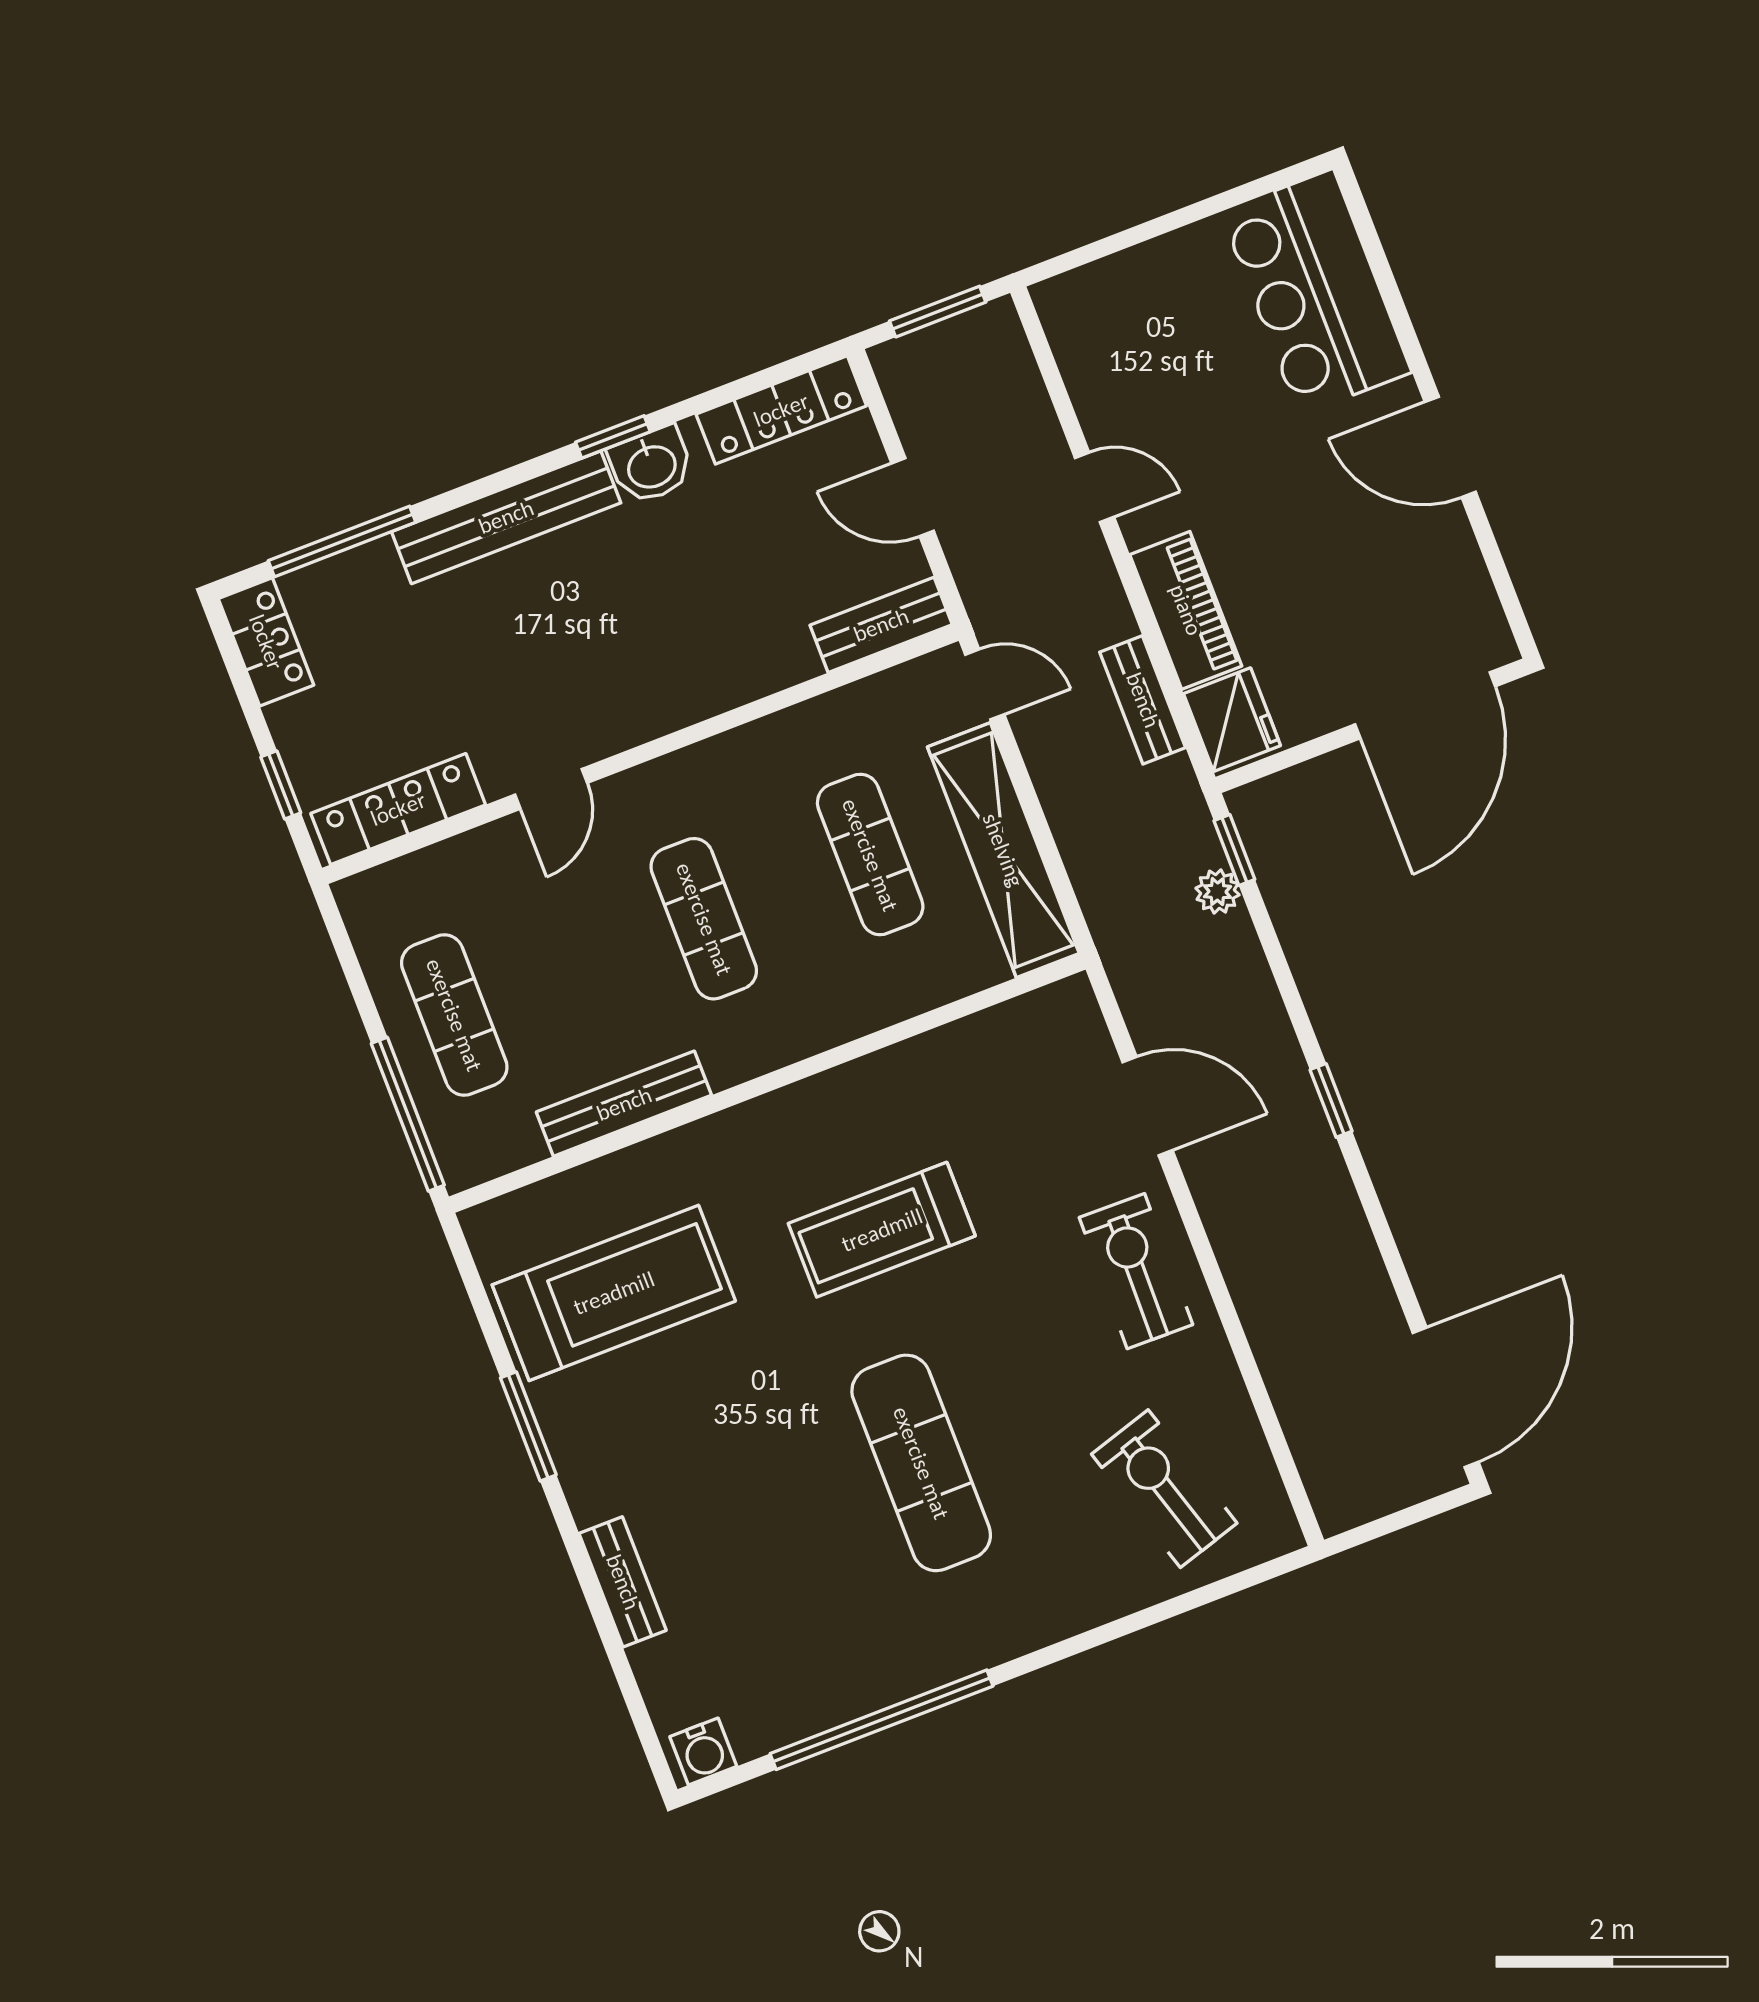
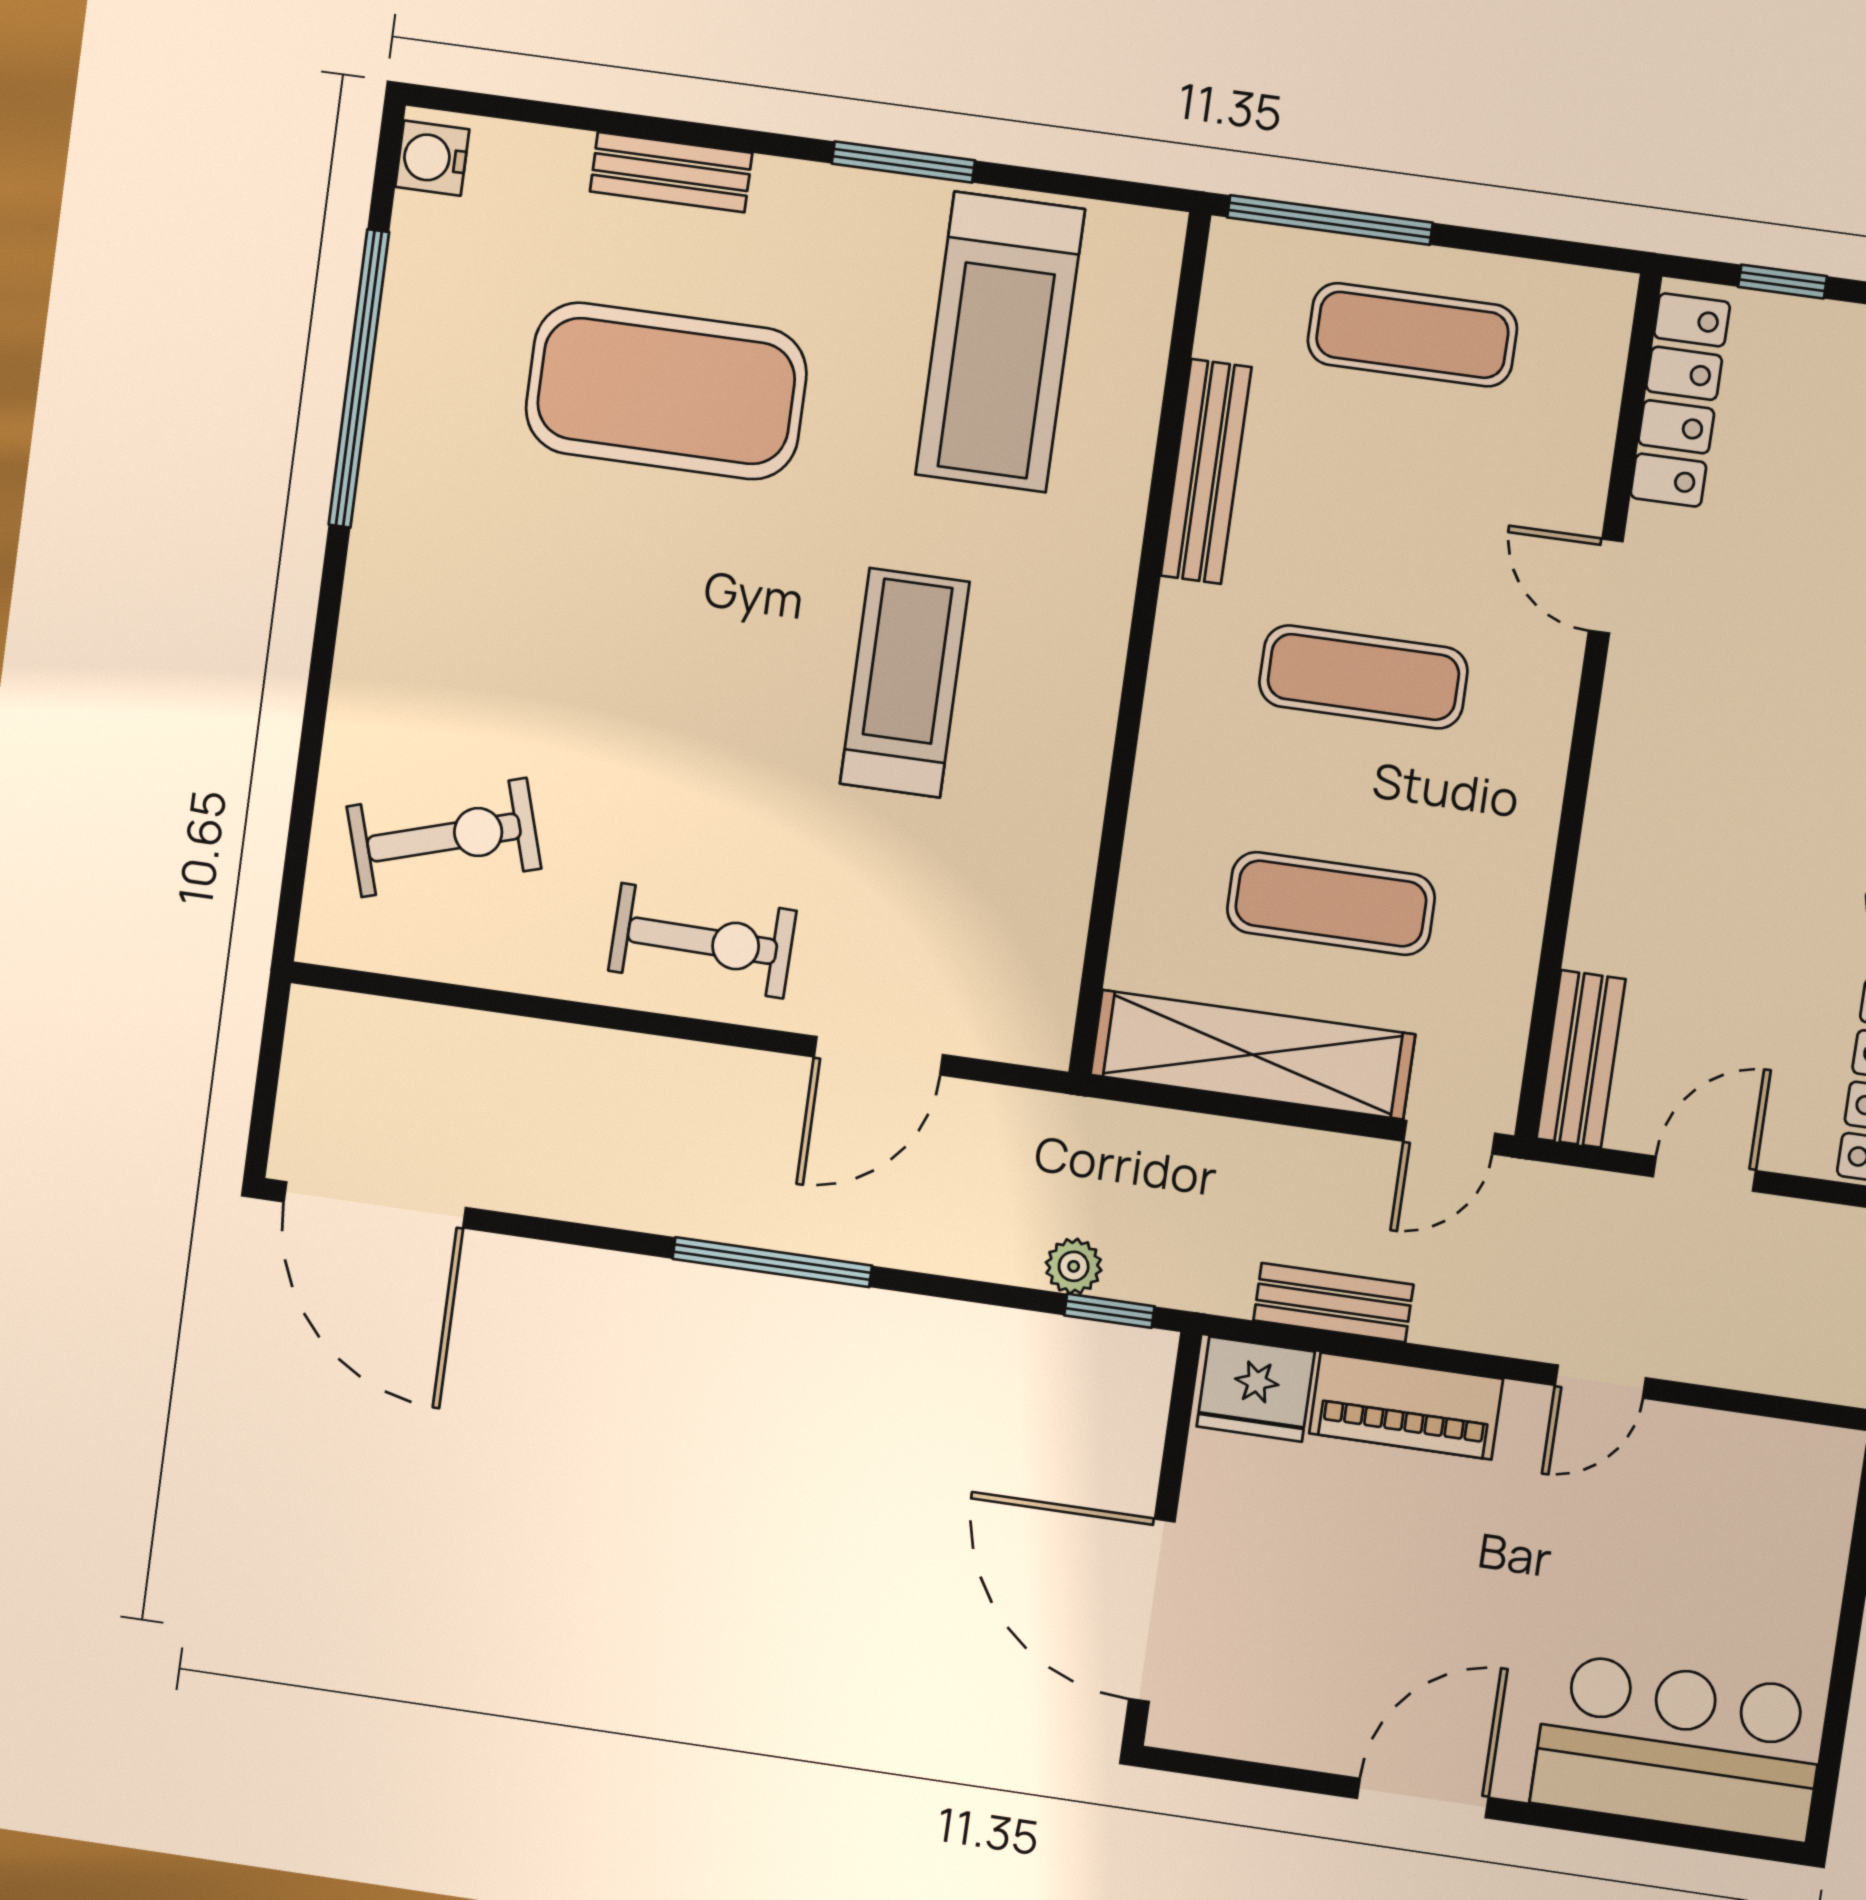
window: (1331, 1100) -> (772, 1262), width x2.17
exercise mat: (921, 1463) -> (666, 391), moved, width x1.47

